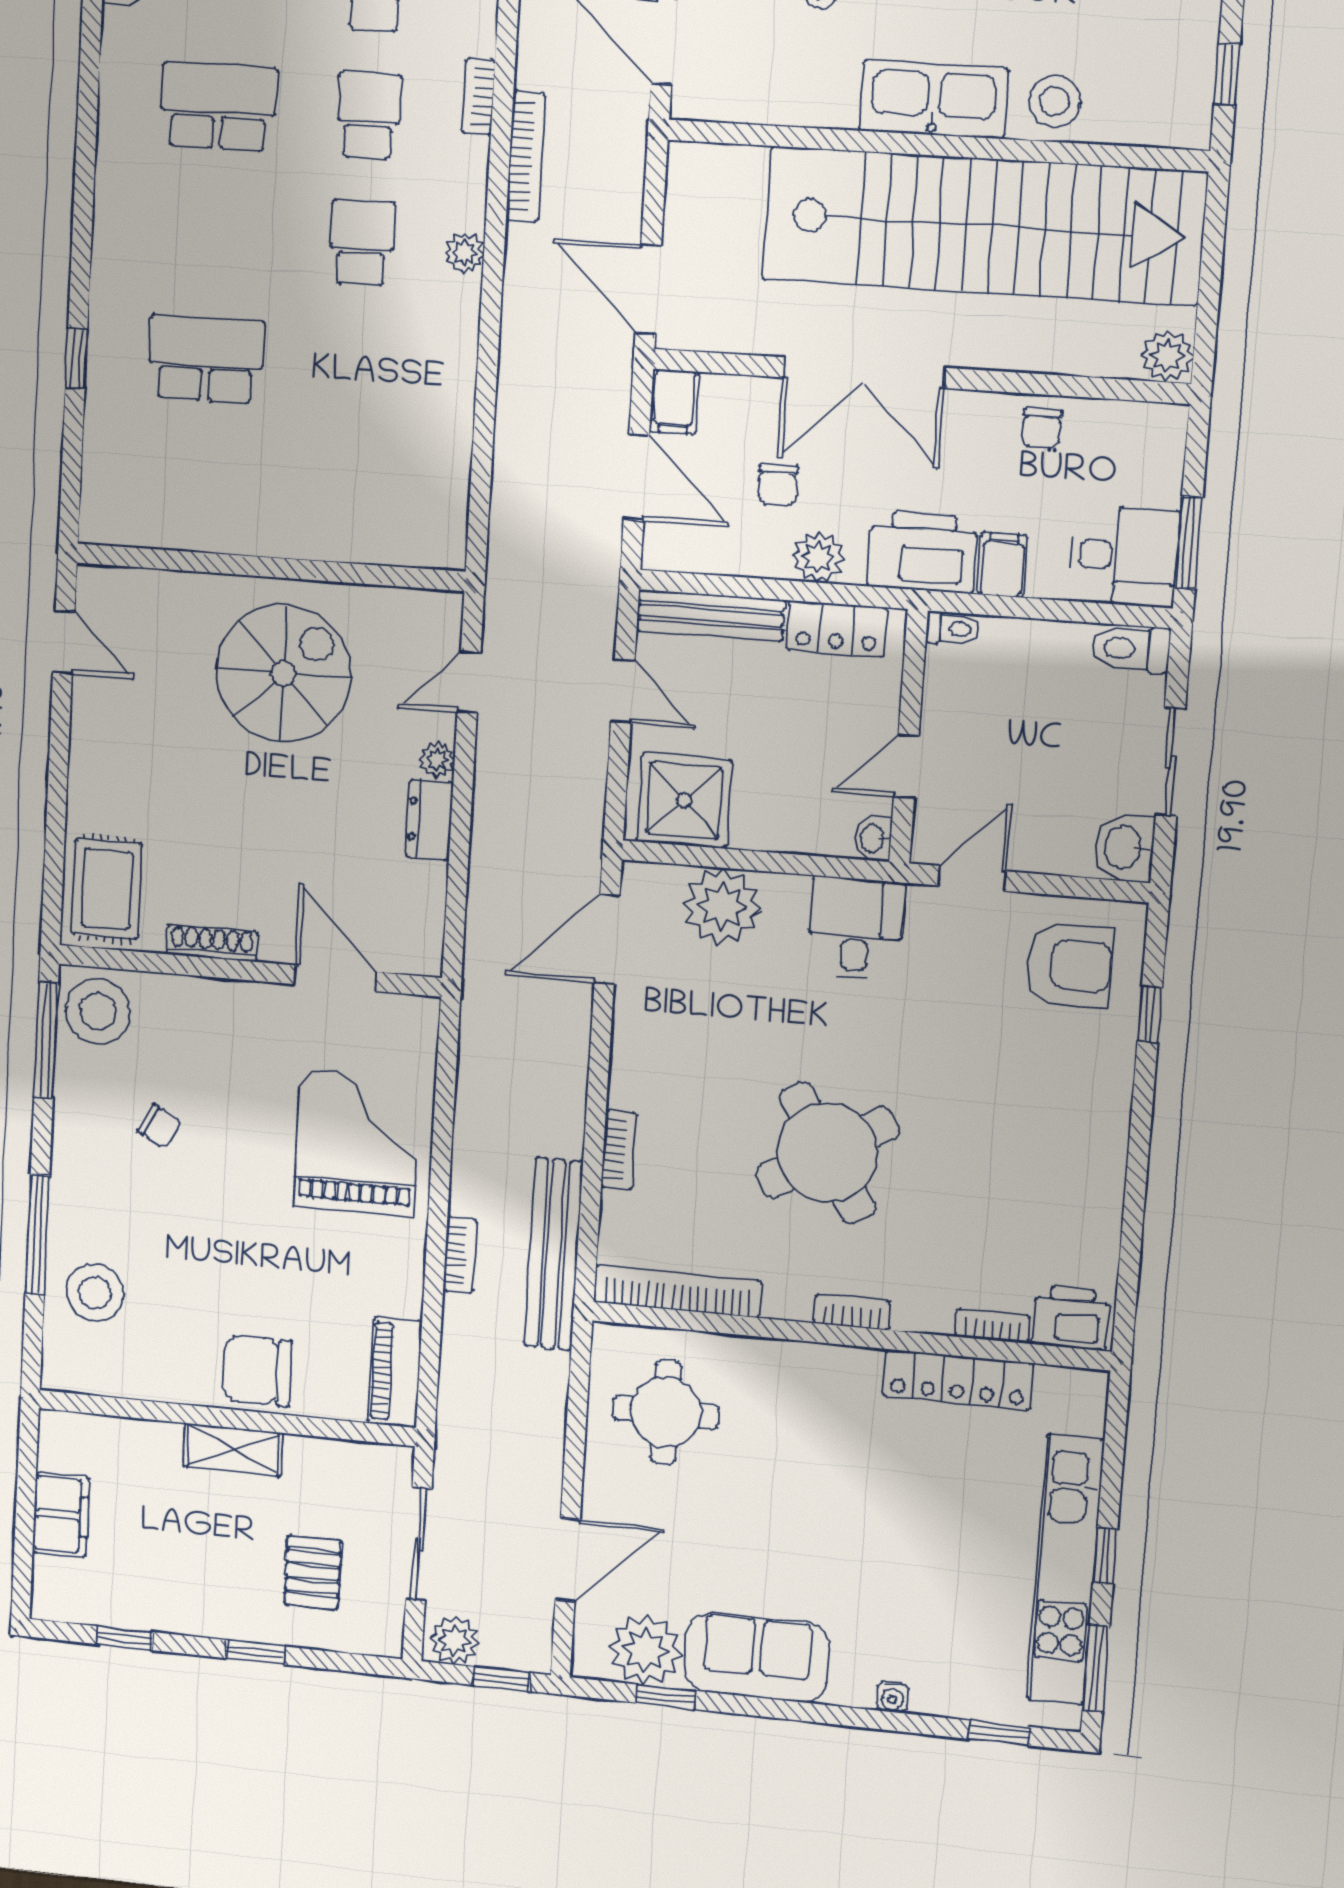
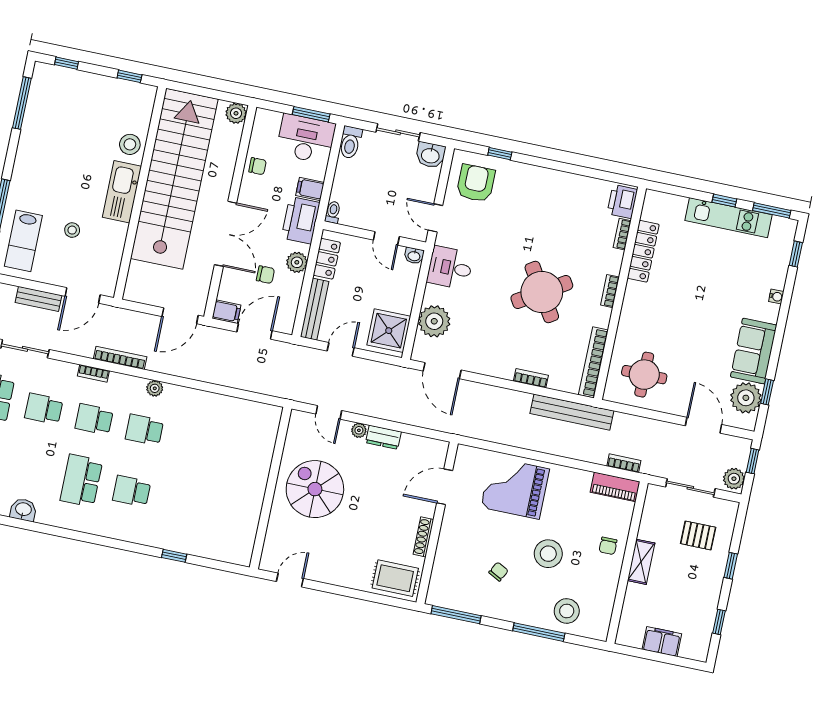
school desk: (206, 359) -> (132, 491), moved, width x0.54
desk: (1124, 556) -> (306, 139), width x1.37
stool: (98, 1011) -> (548, 554), moved
bookcase: (460, 1255) -> (624, 463), moved
chair: (257, 1371) -> (608, 546), width x0.54, depth x0.54
kitchen unit: (1065, 1570) -> (728, 218), width x0.73

